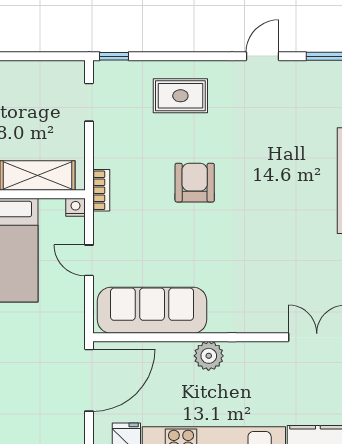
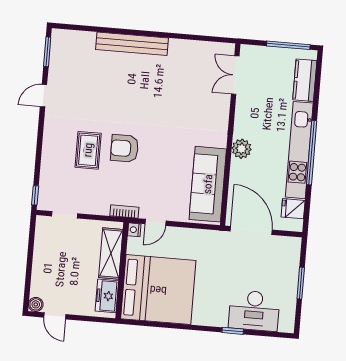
door: (263, 56) -> (43, 96), hinge flipped
rug: (180, 96) -> (88, 150), moved
door: (89, 260) -> (155, 222), moved

